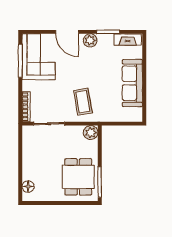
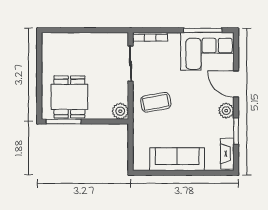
door: (67, 32) -> (236, 84), hinge flipped
dining table: (78, 177) -> (69, 97), turned 90
floor lamp: (28, 187) -> (58, 39), removed

